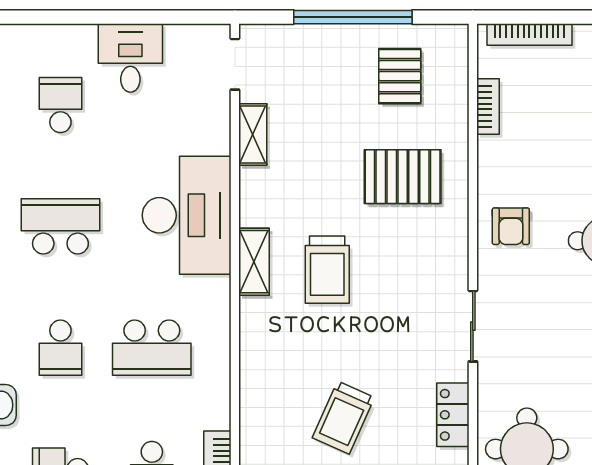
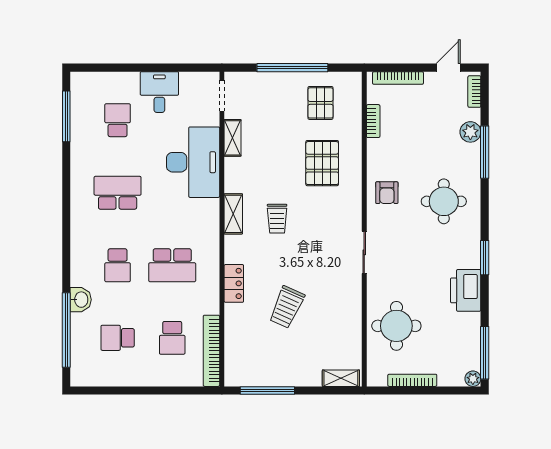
pallet: (403, 177) -> (322, 163), turned 90
desk: (187, 215) -> (193, 162), moved
trolley: (327, 270) -> (277, 219), width x0.73, depth x0.72
locker: (453, 415) -> (234, 283), moved, turned 180

